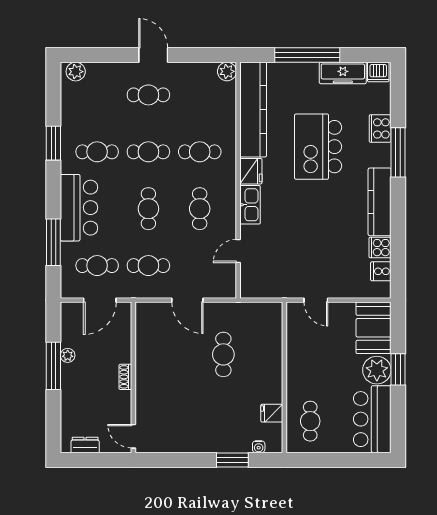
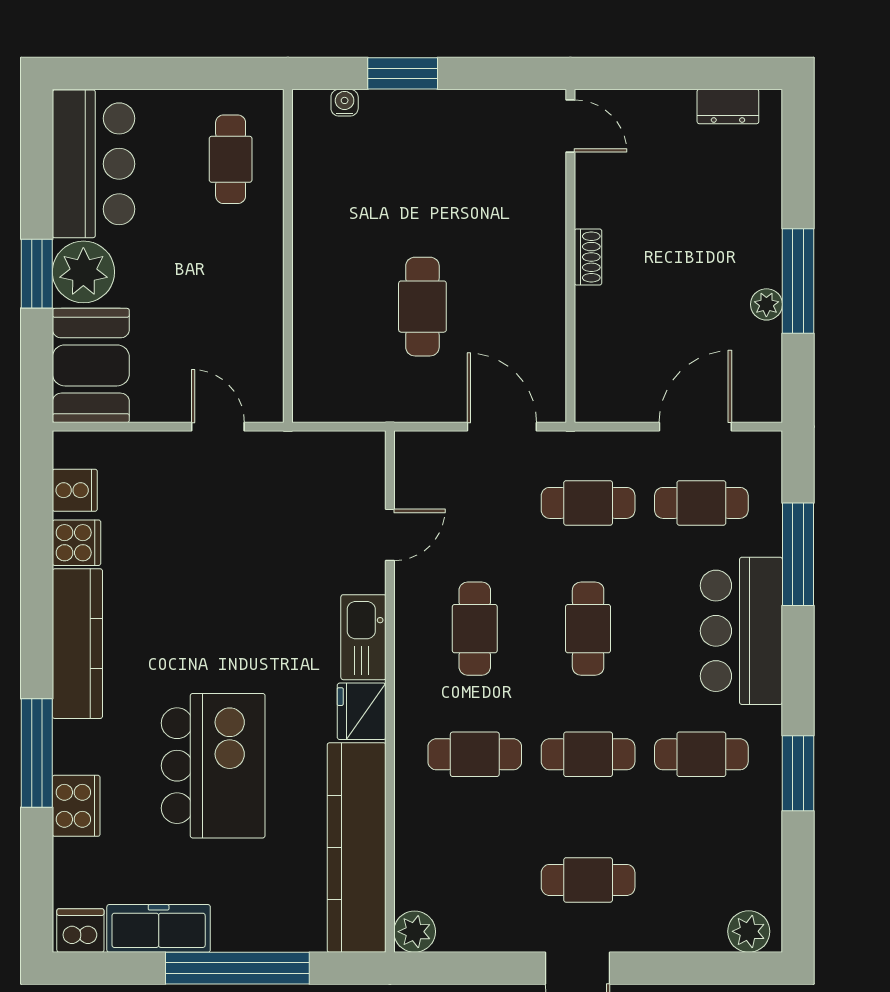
shoe rack: (125, 377) -> (588, 257), moved
wall: (133, 377) -> (570, 256), moved
fridge: (272, 413) -> (316, 177), removed
door: (133, 436) -> (570, 126), moved

